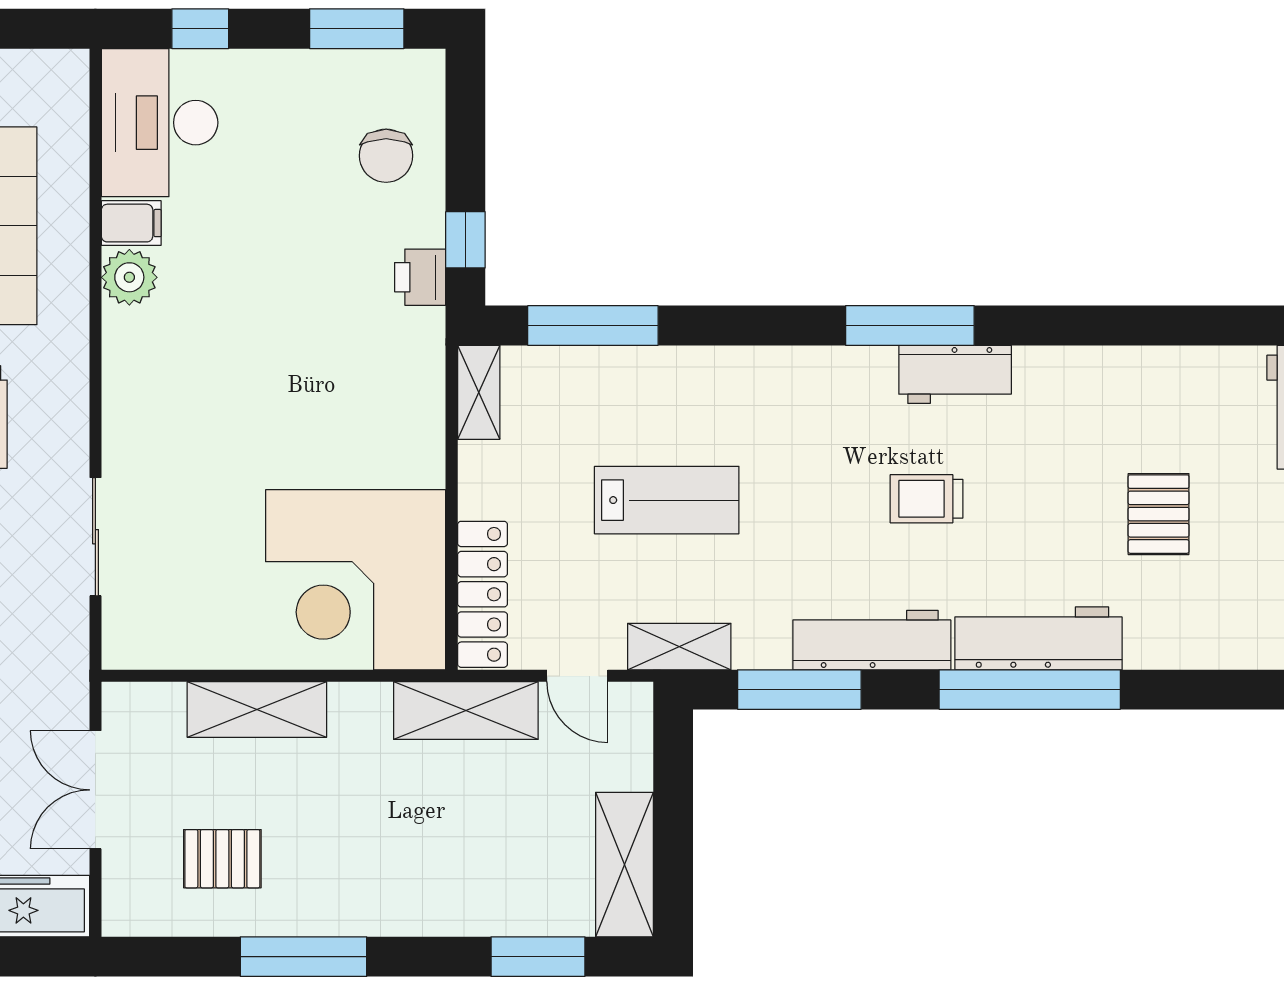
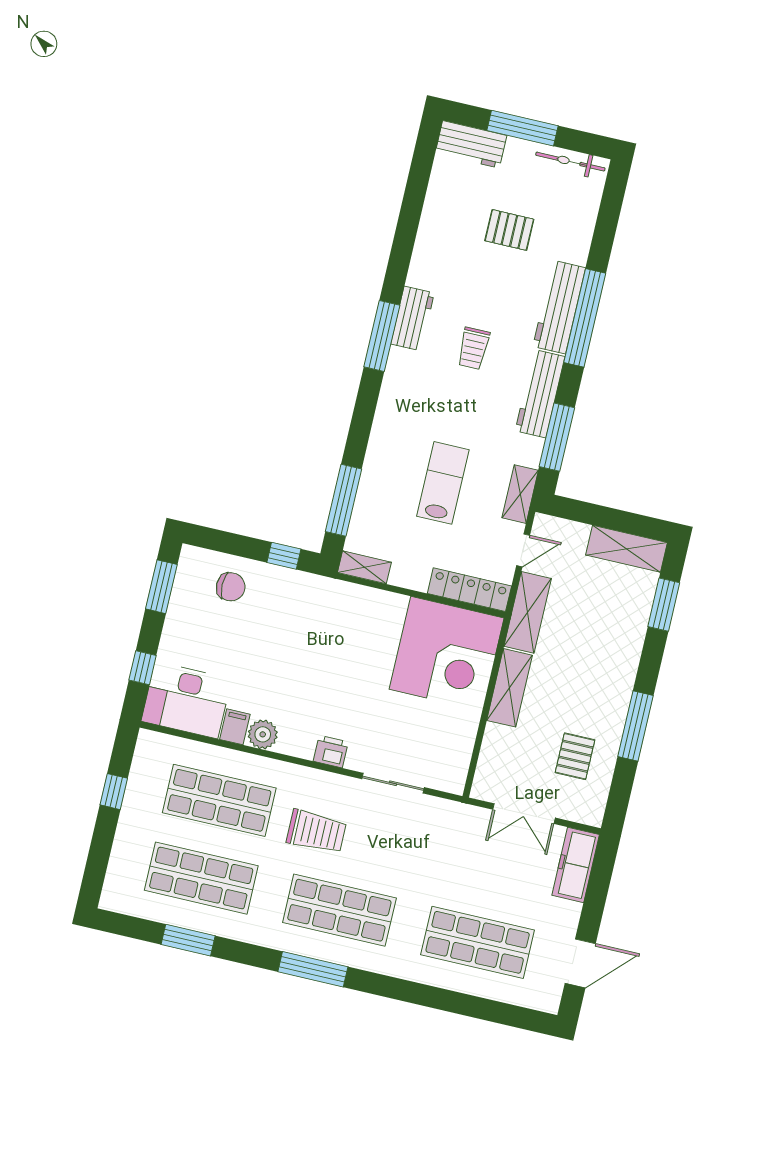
printer: (420, 277) -> (331, 752), moved, turned 180
shelving: (257, 710) -> (509, 688), moved

